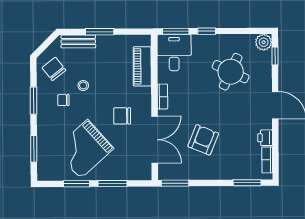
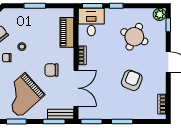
bench: (78, 41) -> (61, 114), moved
printer: (265, 138) -> (160, 87), removed
armchair: (203, 140) -> (132, 80), moved
window: (112, 183) -> (54, 121), moved
window: (247, 183) -> (122, 121), moved

